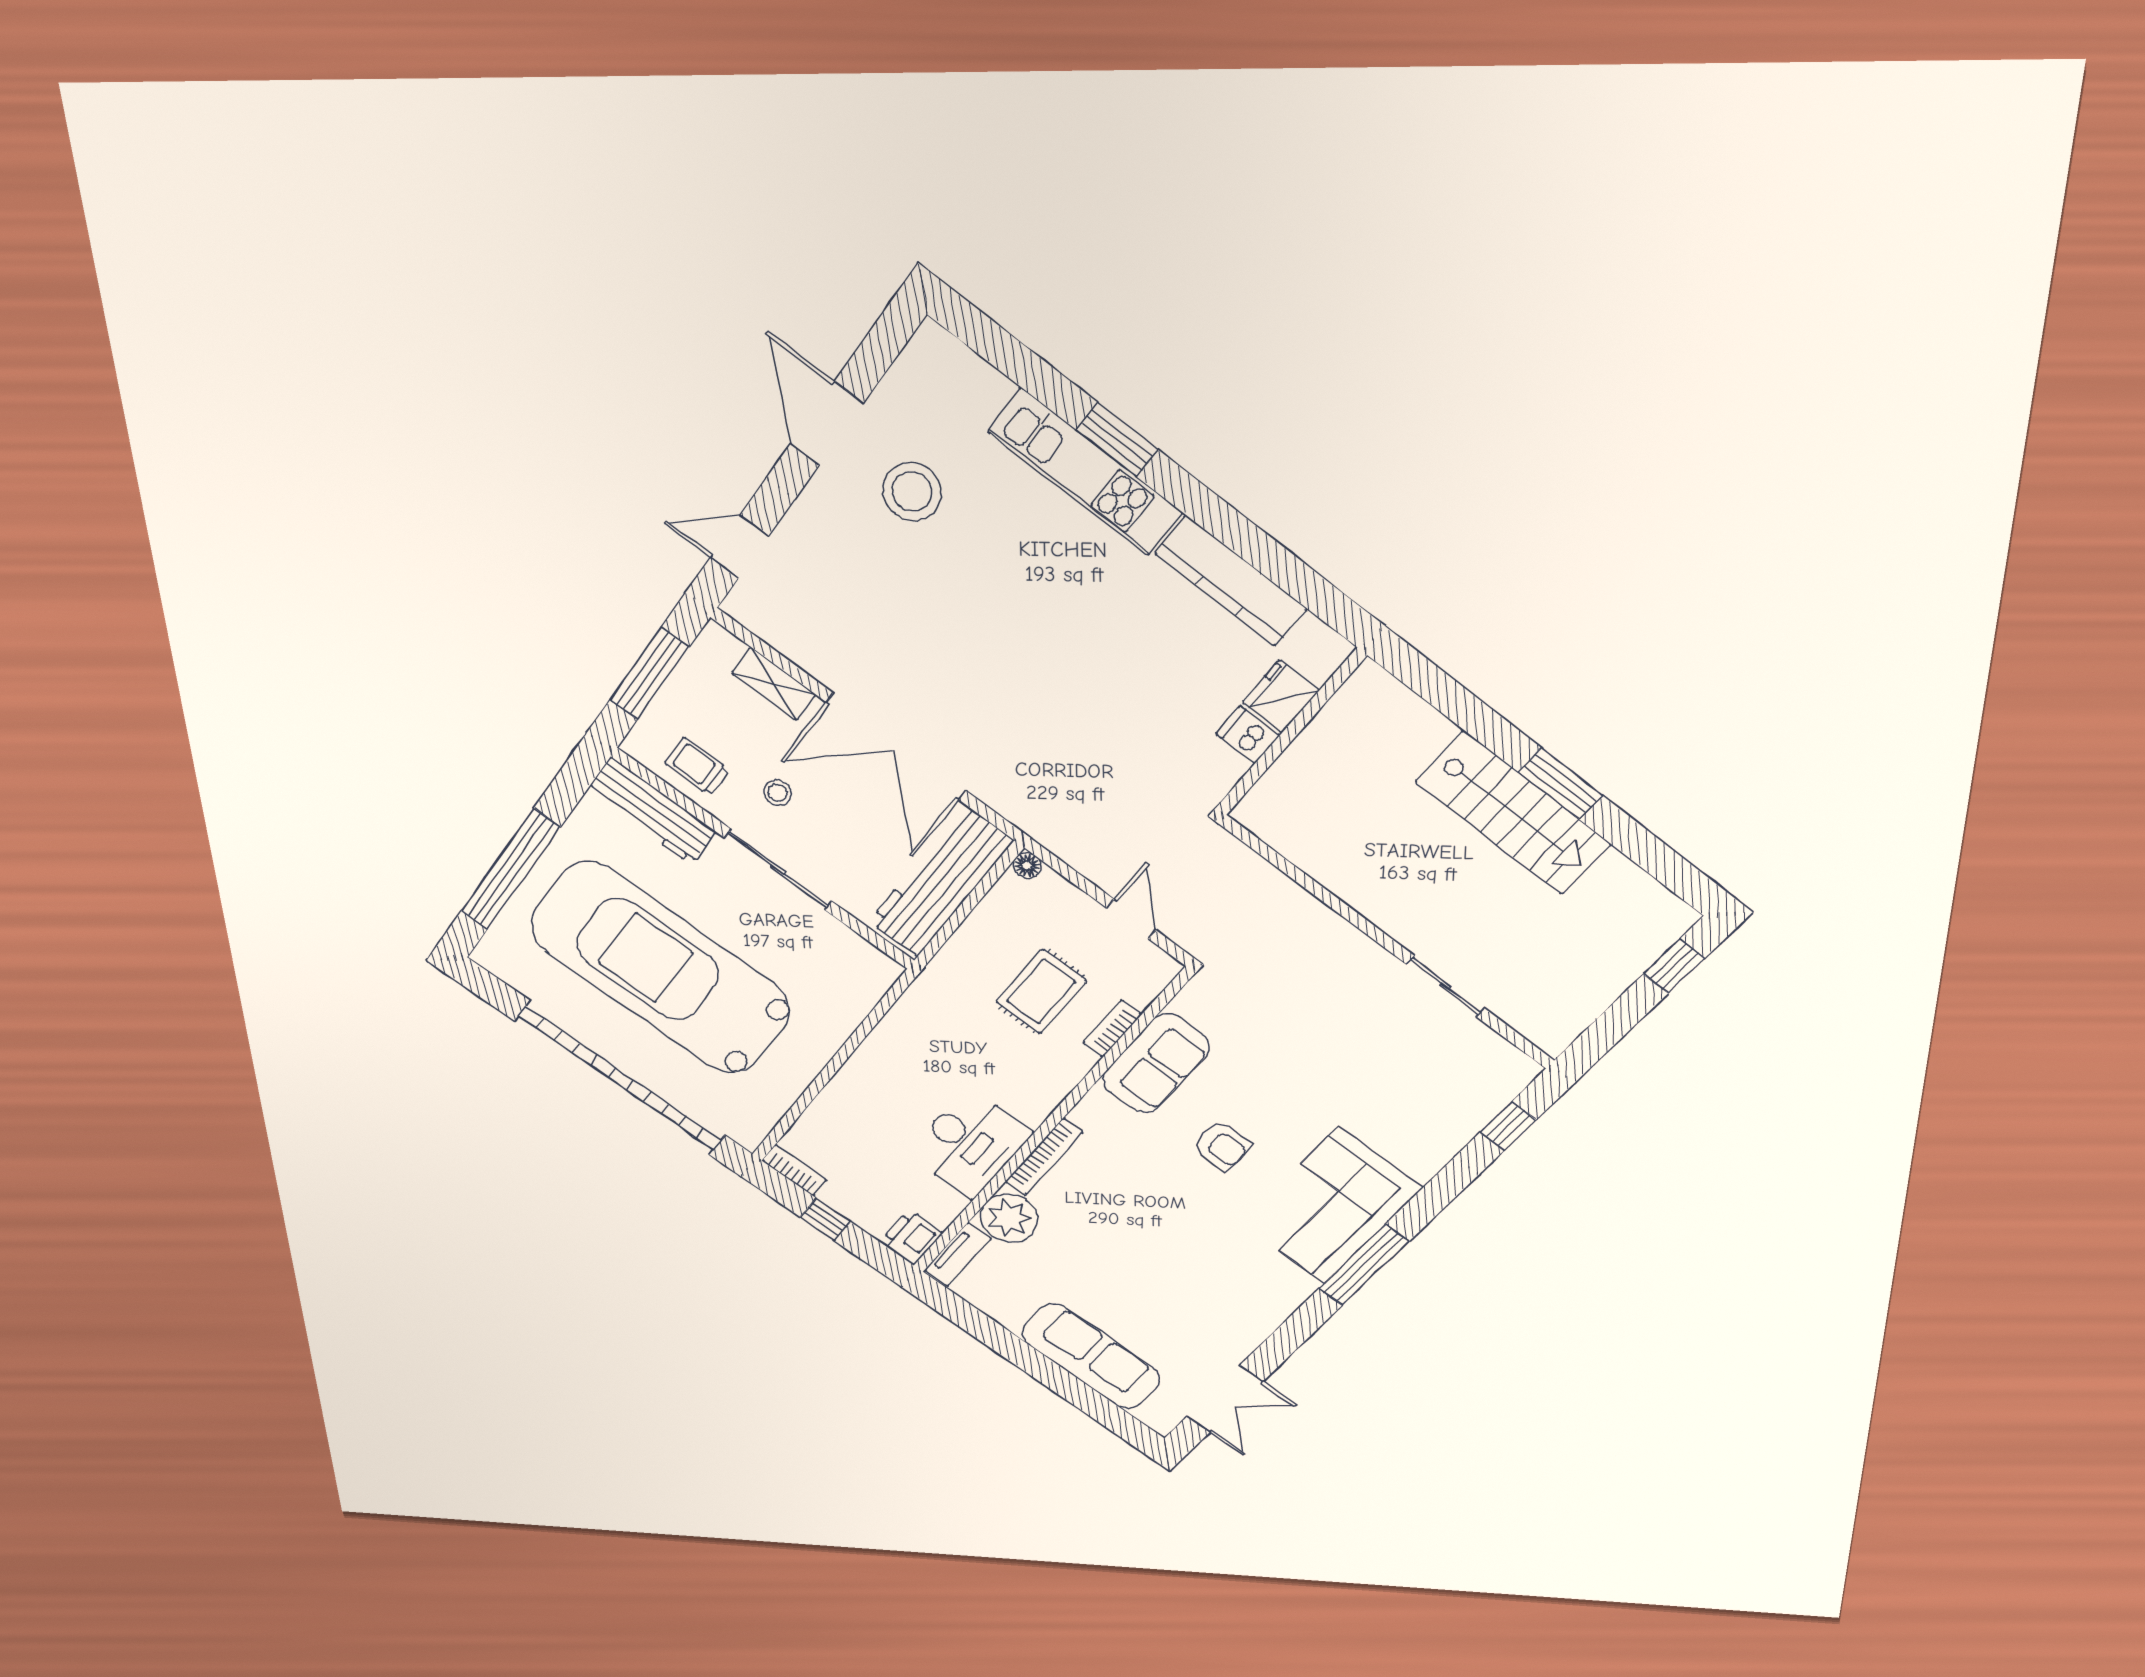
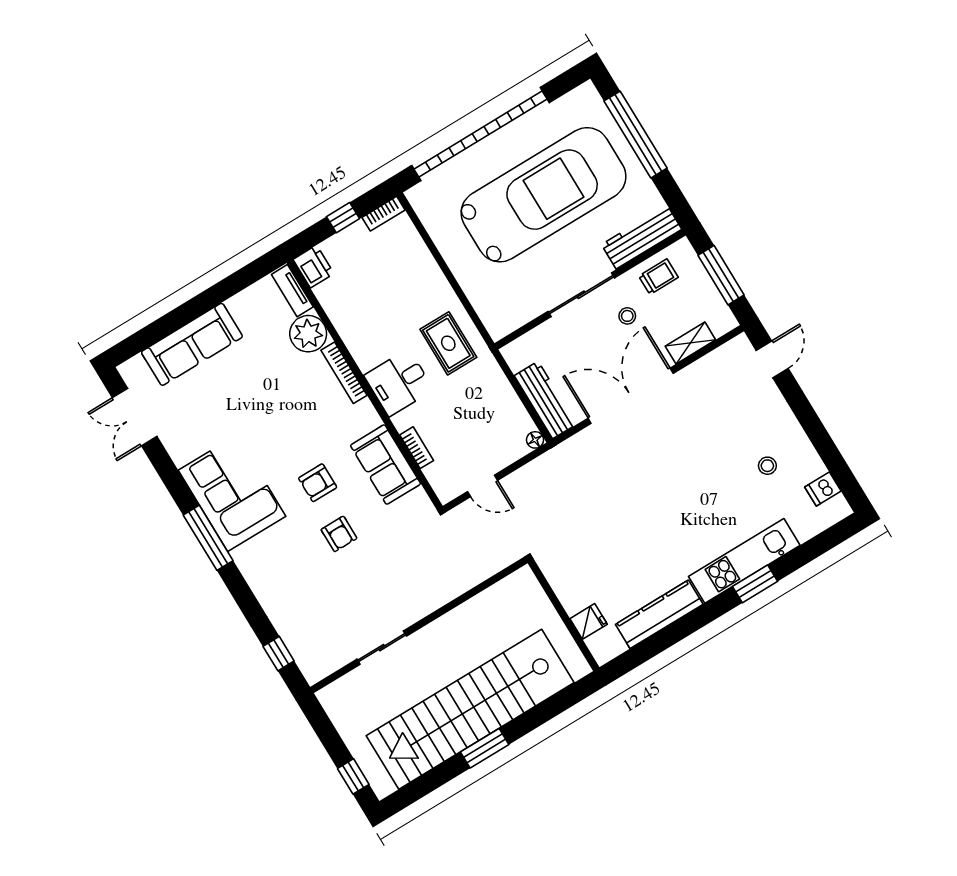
door: (827, 424) -> (819, 436), removed
stool: (912, 492) -> (767, 466), width x0.53, depth x0.53
fridge: (1281, 696) -> (589, 621), width x0.72
dishwasher: (1248, 735) -> (823, 489), moved, turned 180
stairs: (1513, 813) -> (470, 709), width x1.86, depth x1.51
workbench: (941, 881) -> (545, 400), width x0.73, depth x0.76
rug: (1041, 992) -> (448, 343), moved
armchair: (1288, 1096) -> (339, 534), added
desk: (970, 1143) -> (399, 383), moved, width x0.73
corner sofa: (1331, 1206) -> (232, 493), moved

